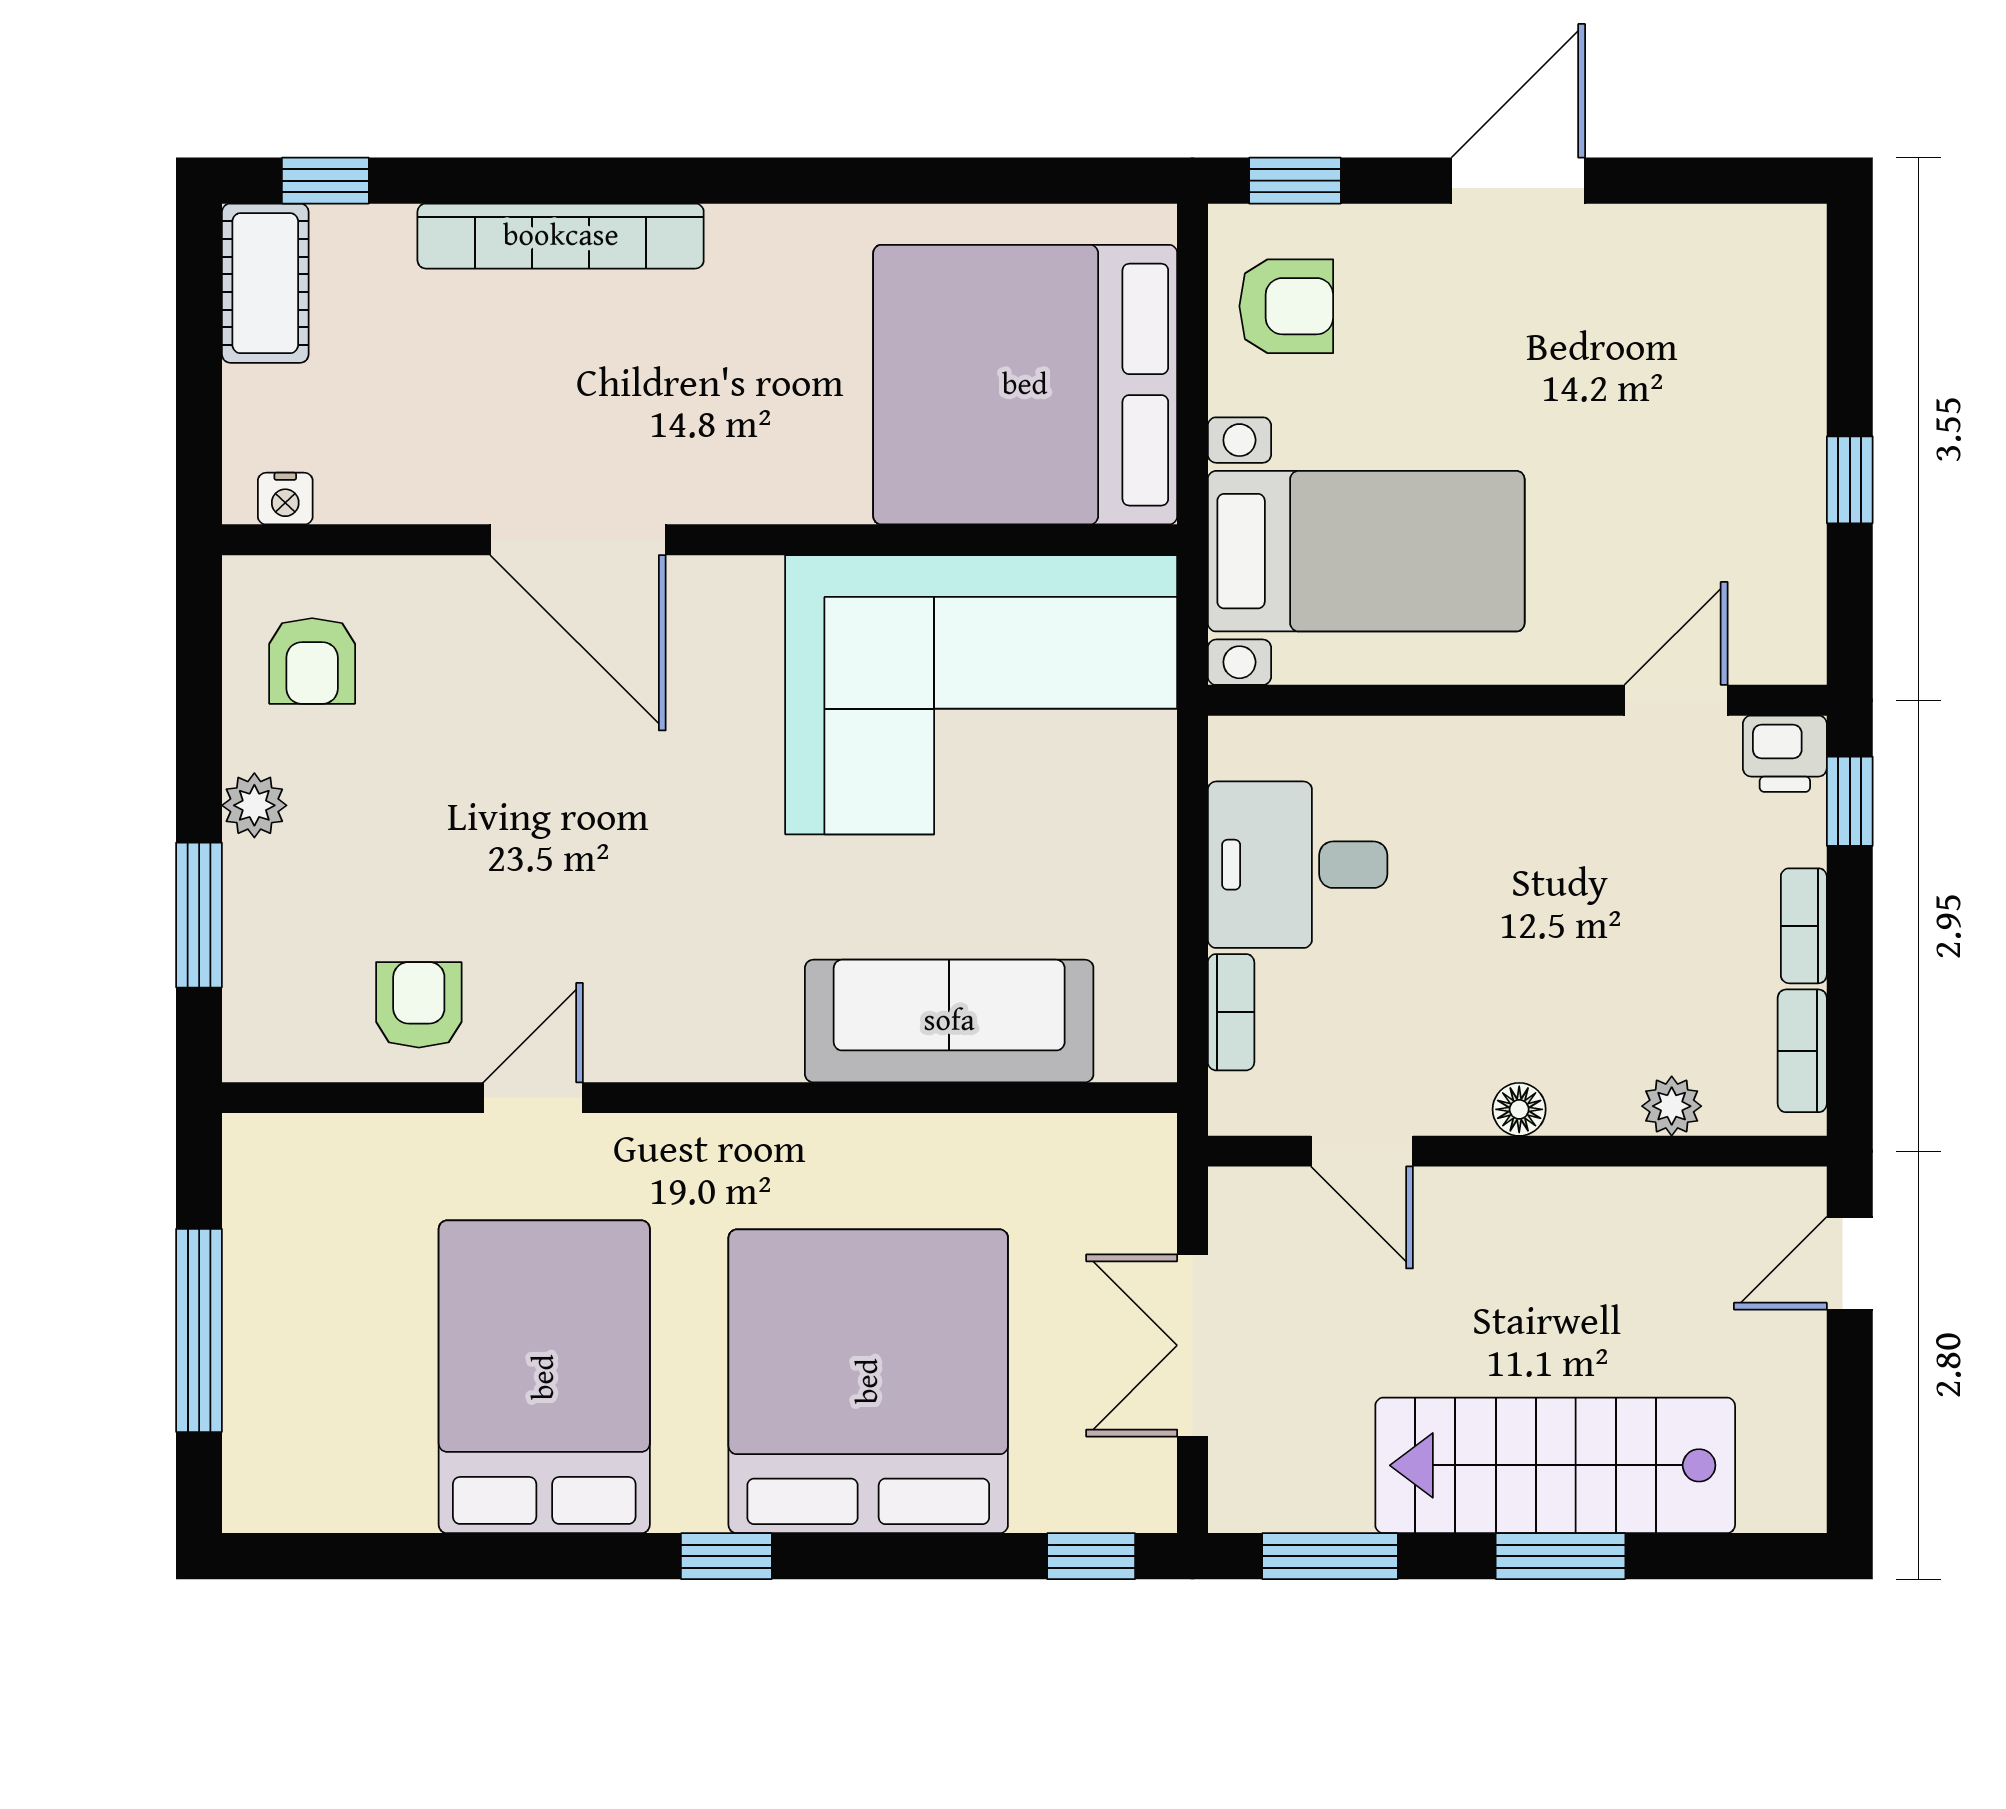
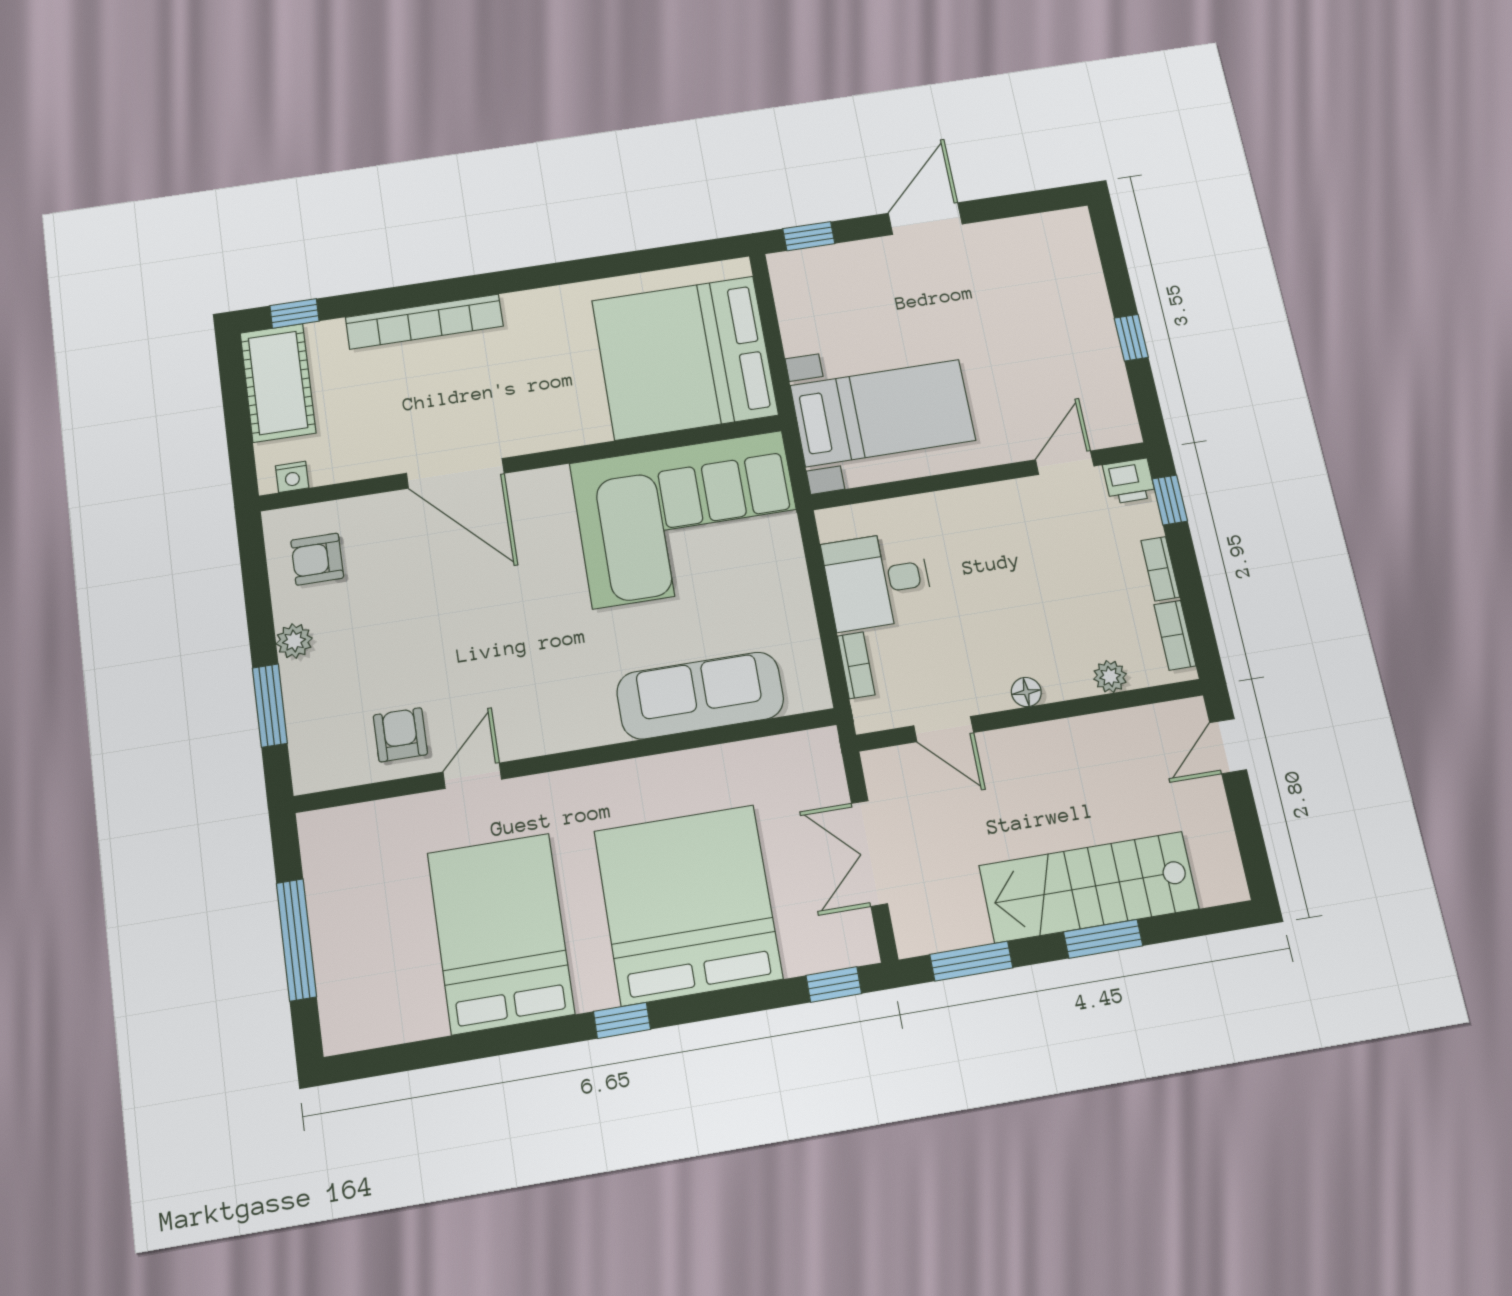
cot: (265, 283) -> (278, 383), width x1.37, depth x1.34
armchair: (1286, 306) -> (816, 298), removed
armchair: (312, 661) -> (317, 559), turned 90

